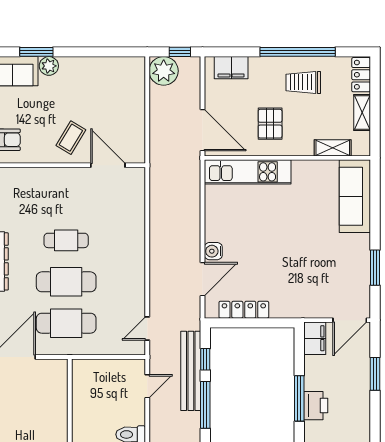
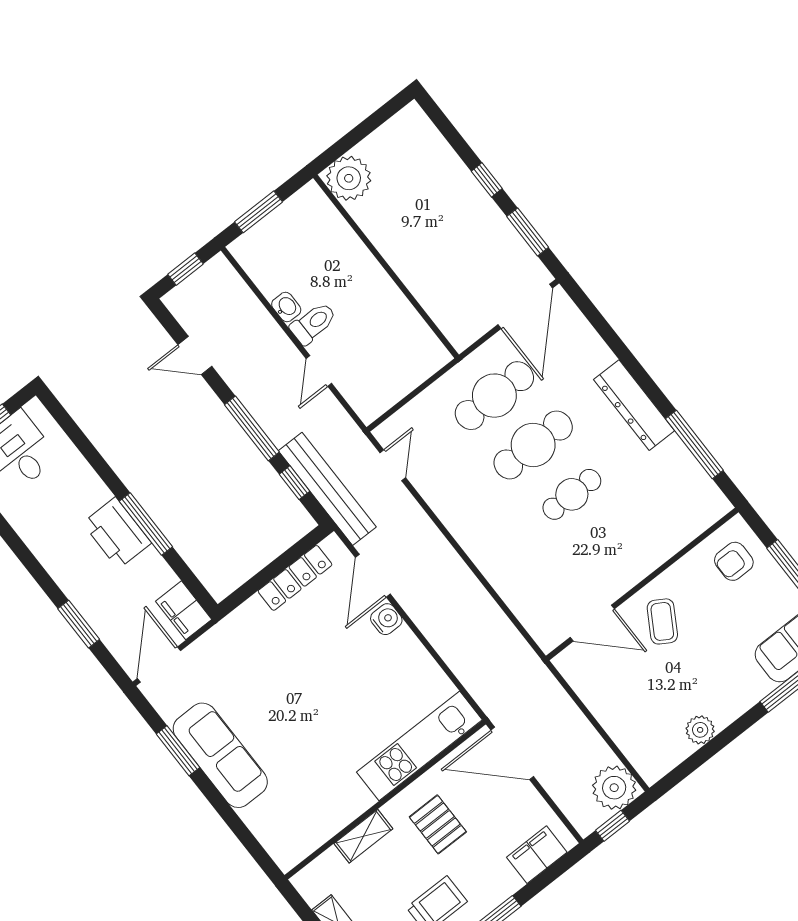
plant: (49, 66) -> (700, 730), moved
shelving: (333, 148) -> (363, 836), moved
sofa: (355, 196) -> (220, 755), moved
bench: (191, 371) -> (327, 489), moved
door: (147, 386) -> (319, 371), moved
printer: (316, 406) -> (117, 533), width x1.37, depth x1.19

